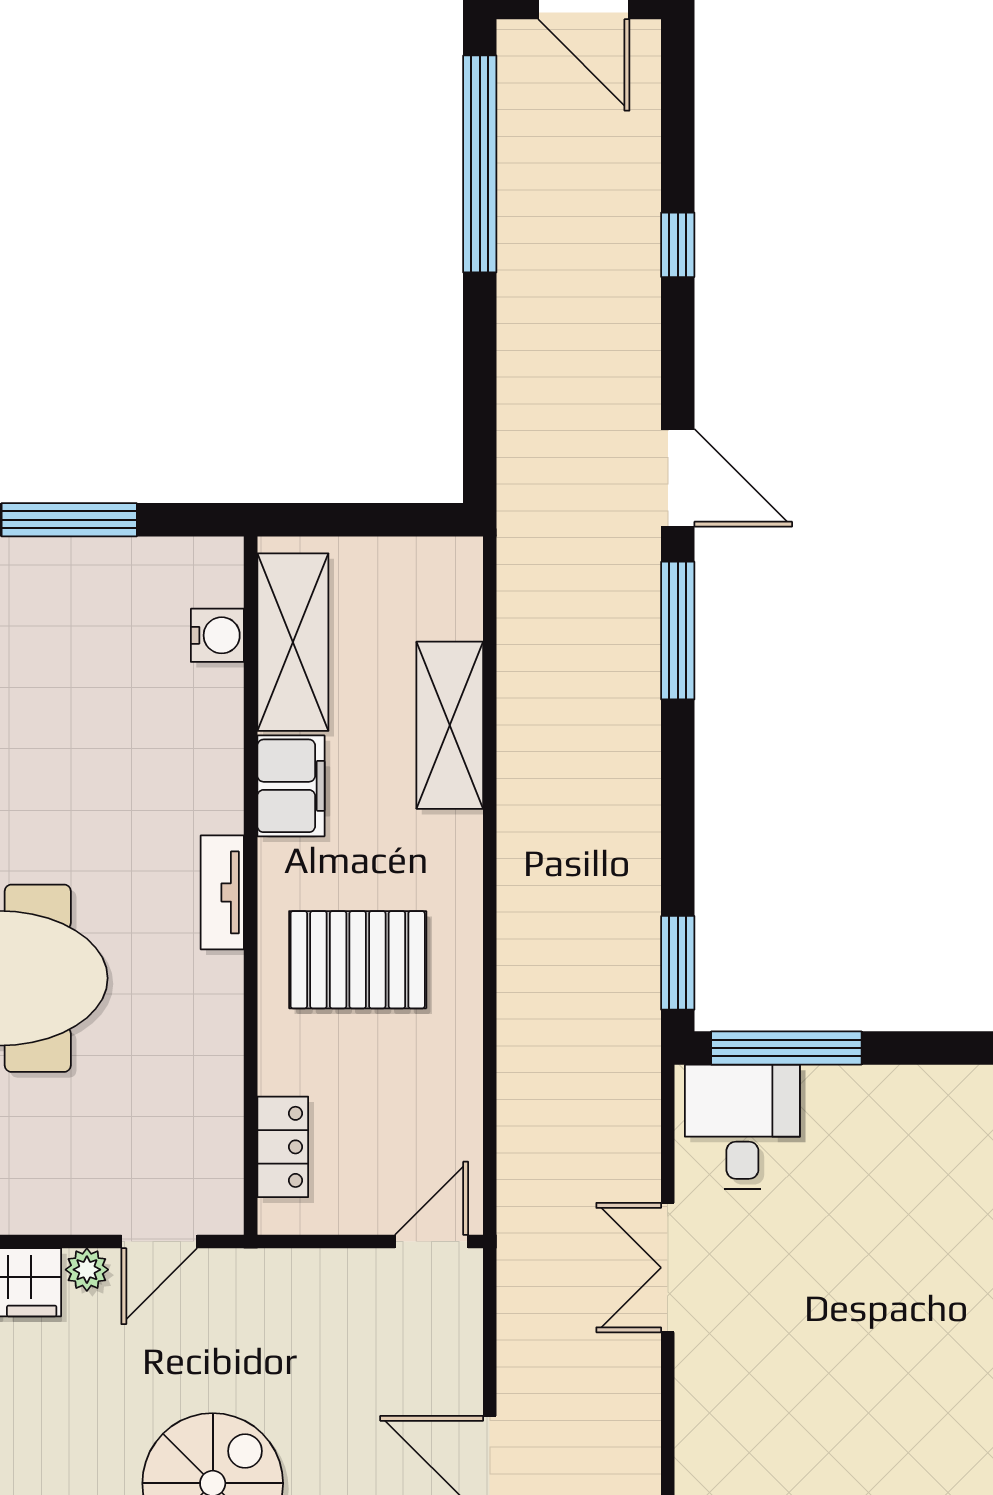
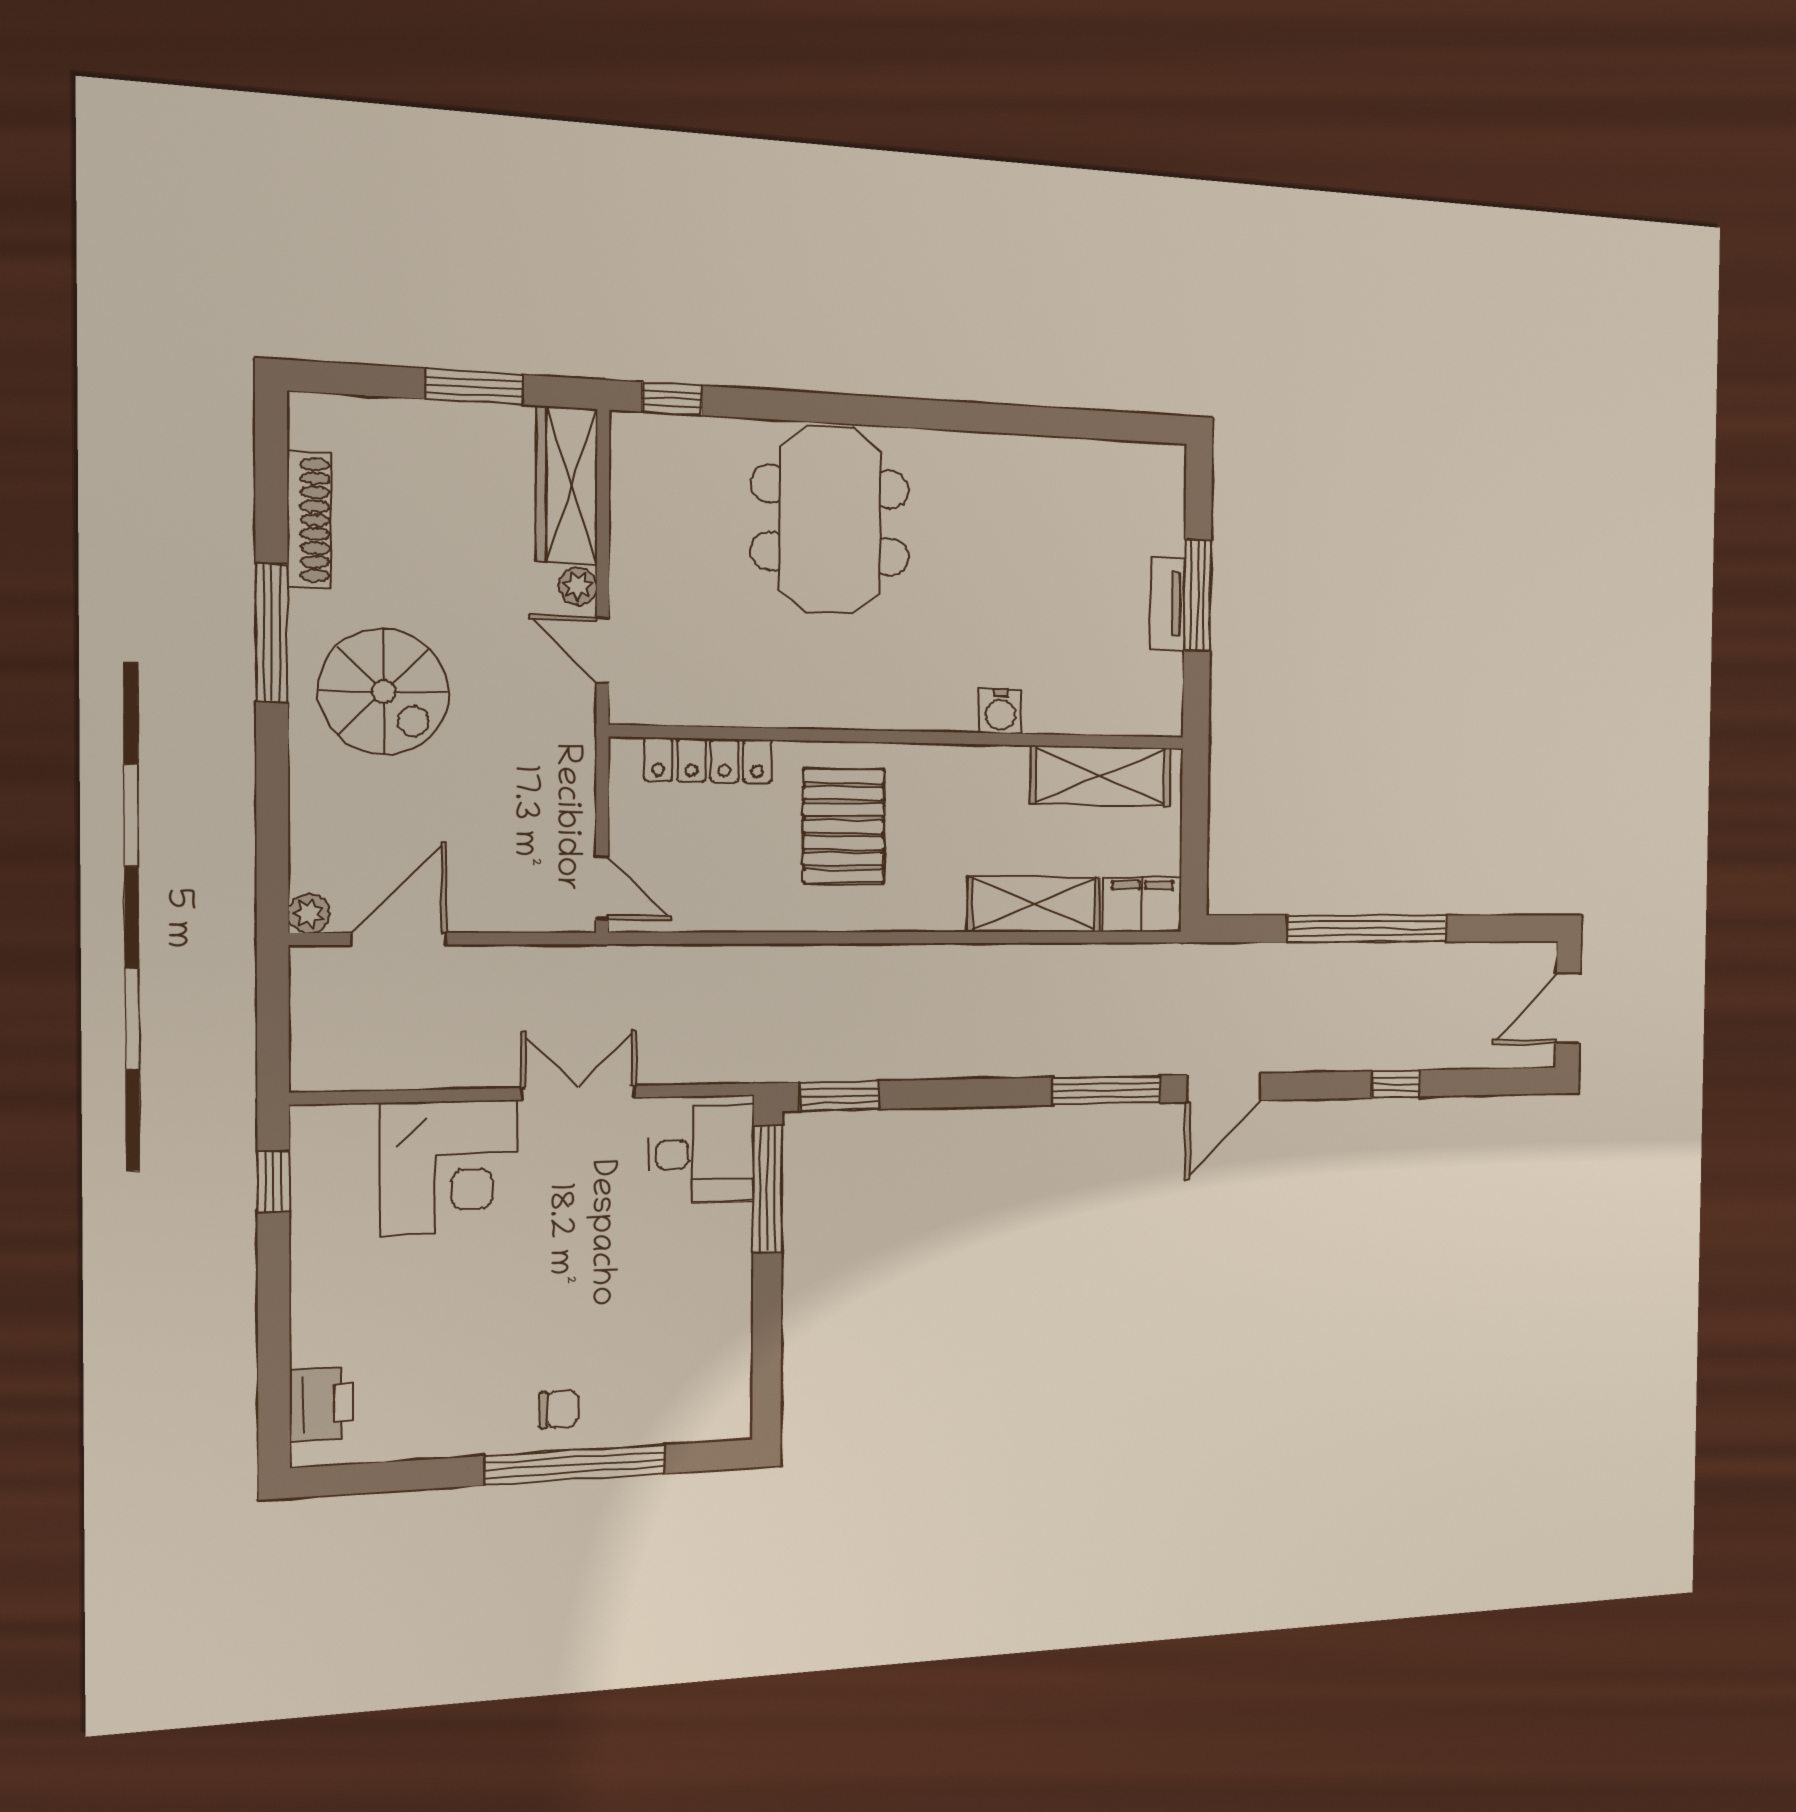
window: (480, 164) -> (1367, 929), moved
water cooler: (217, 635) -> (1000, 711), moved
filing cabinet: (291, 786) -> (1142, 904), moved, turned 180
tv unit: (222, 892) -> (1168, 604), moved, turned -90
locker: (283, 1147) -> (708, 760), width x1.53
corner desk: (750, 1413) -> (449, 1167), added

